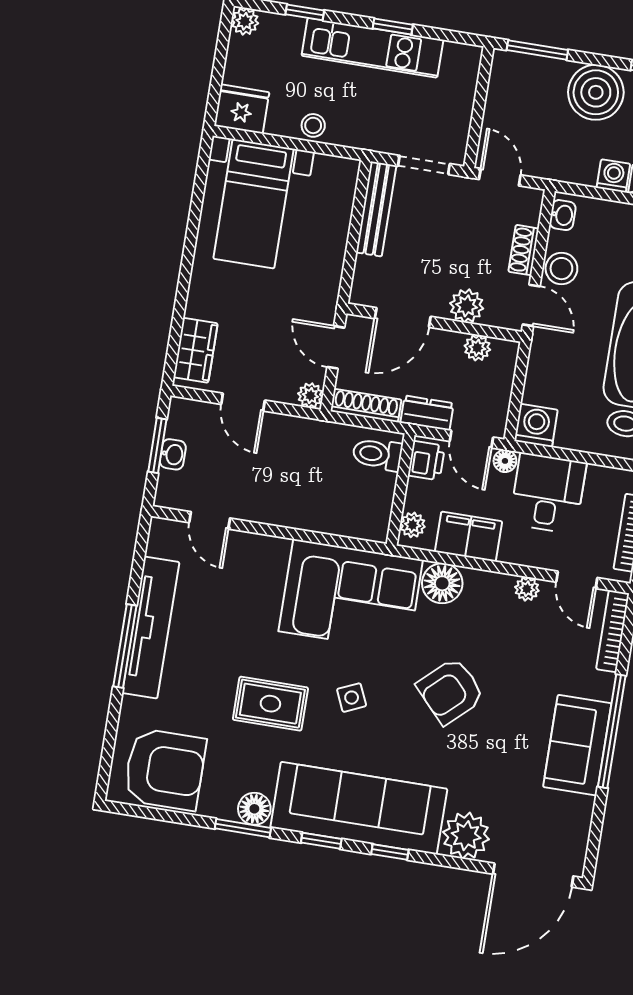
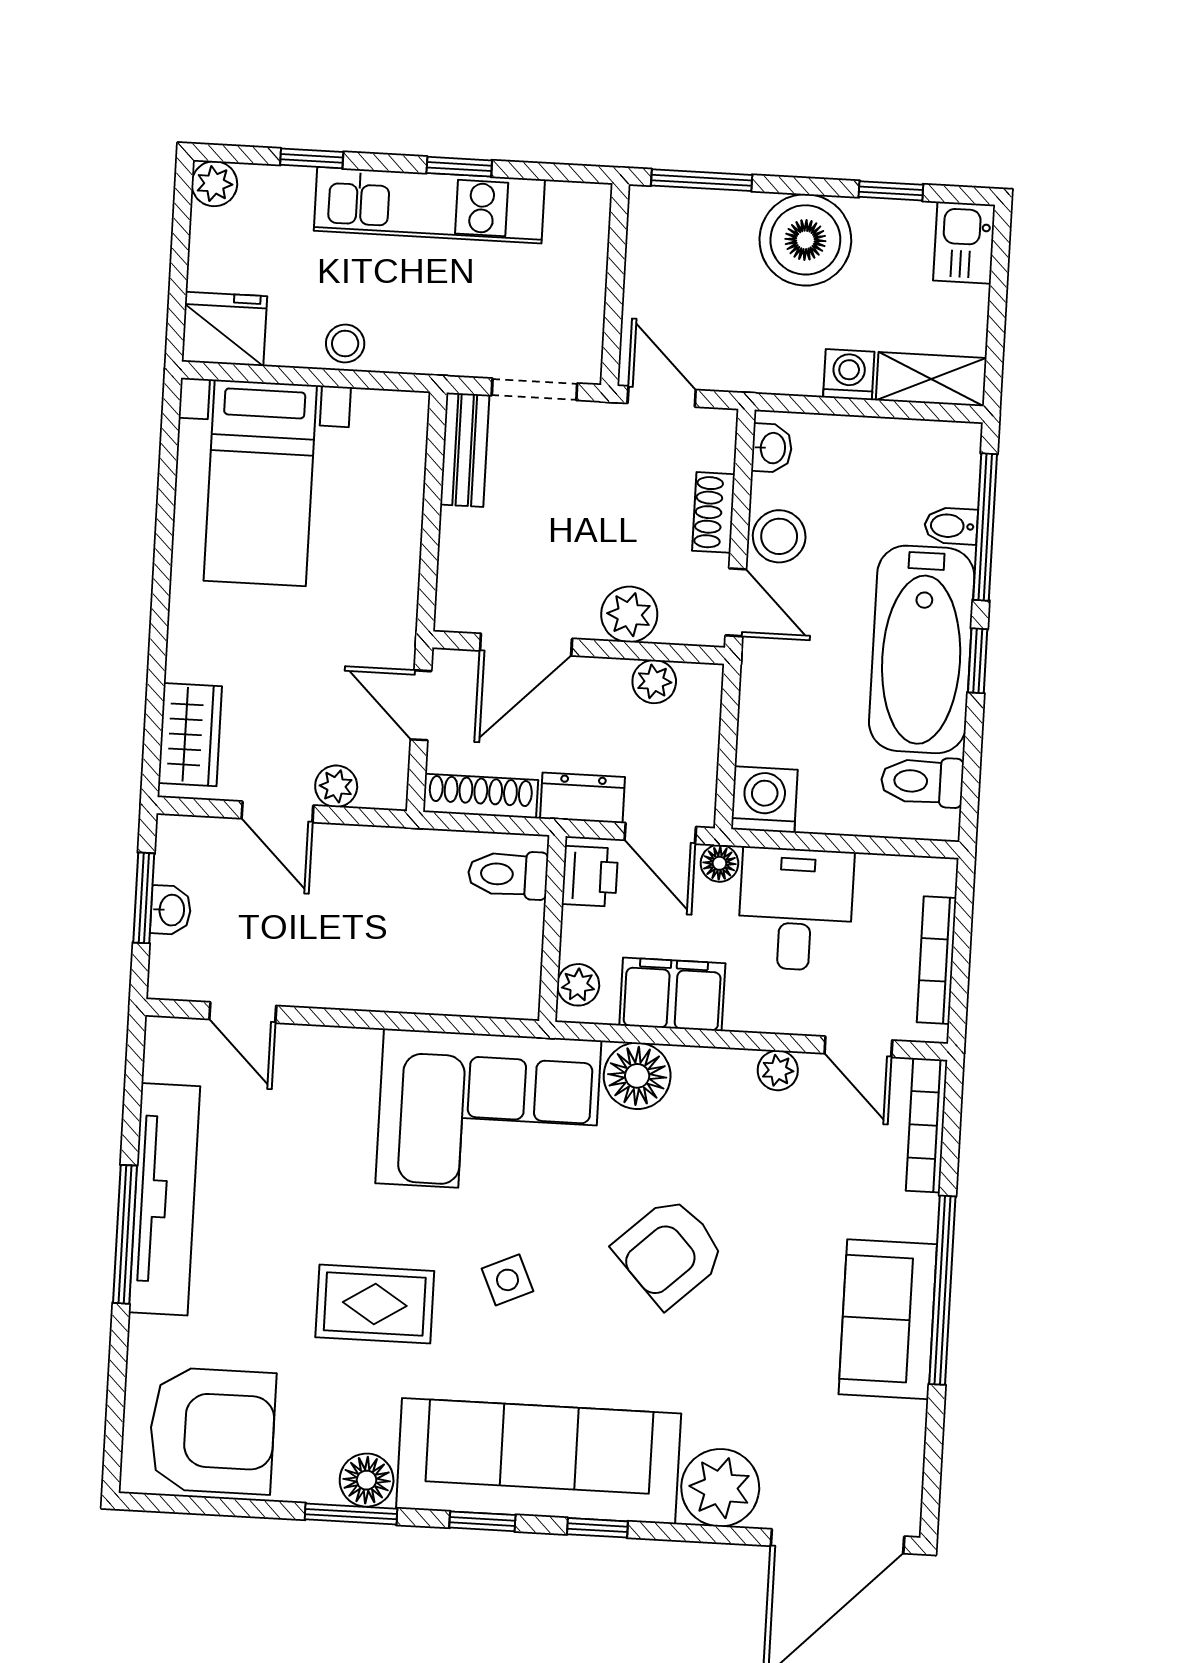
bench: (376, 209) -> (465, 450), width x0.73
plant: (310, 395) -> (336, 786), moved

